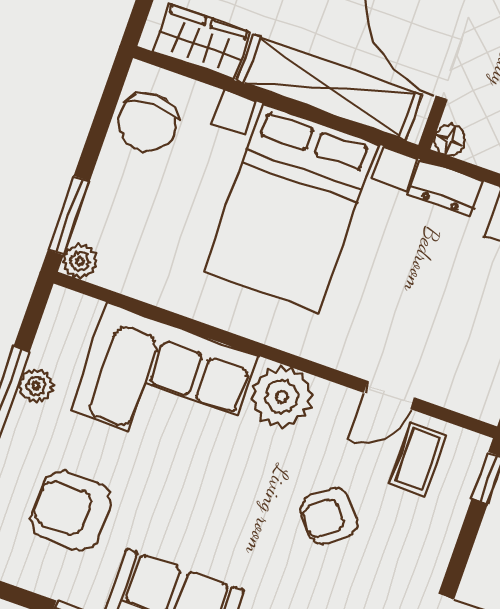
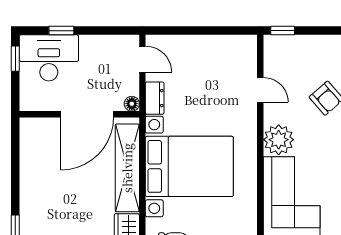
coffee table: (418, 459) -> (285, 66), removed

